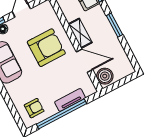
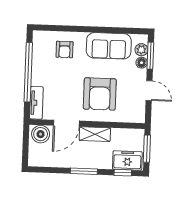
tv unit: (70, 100) -> (36, 103), moved
armchair: (34, 108) -> (64, 49), moved

